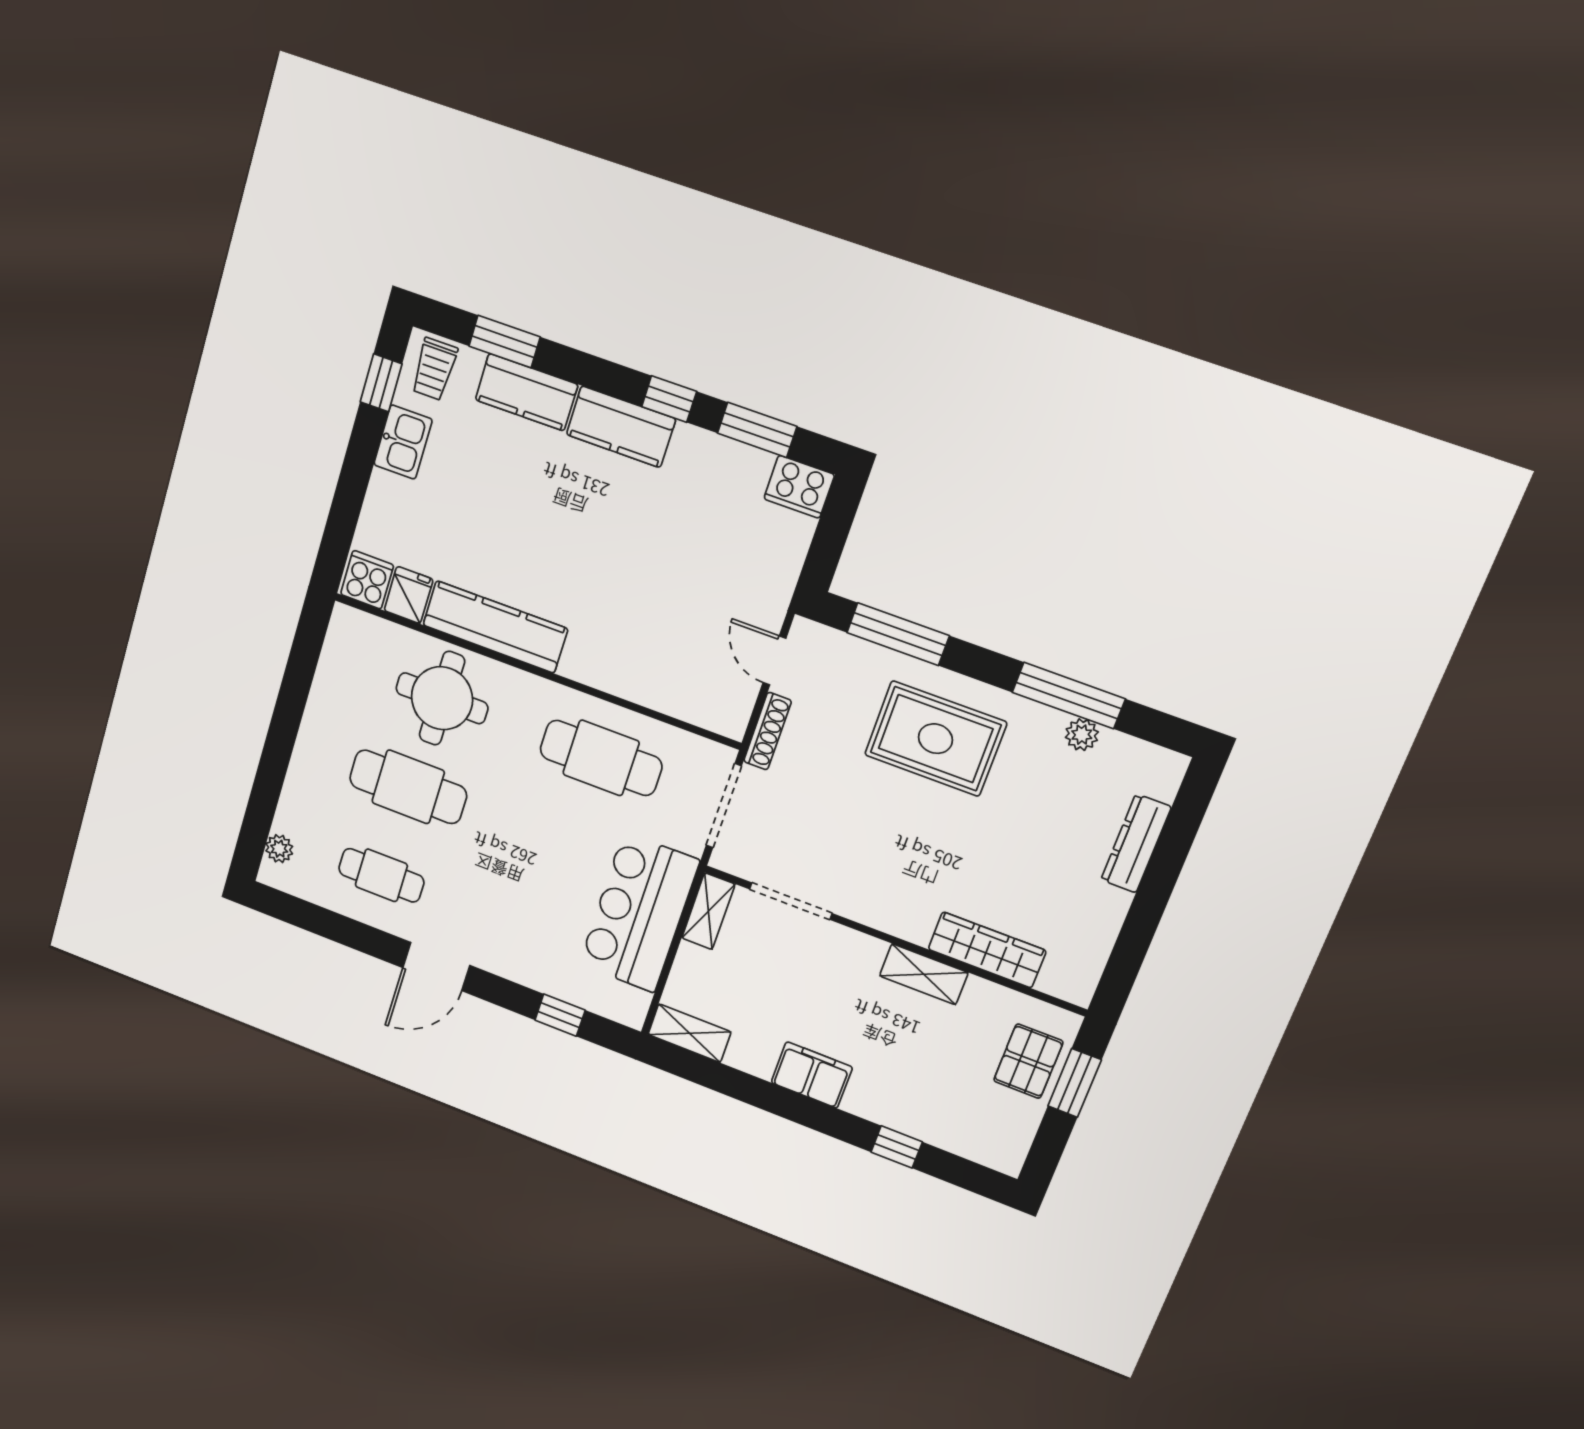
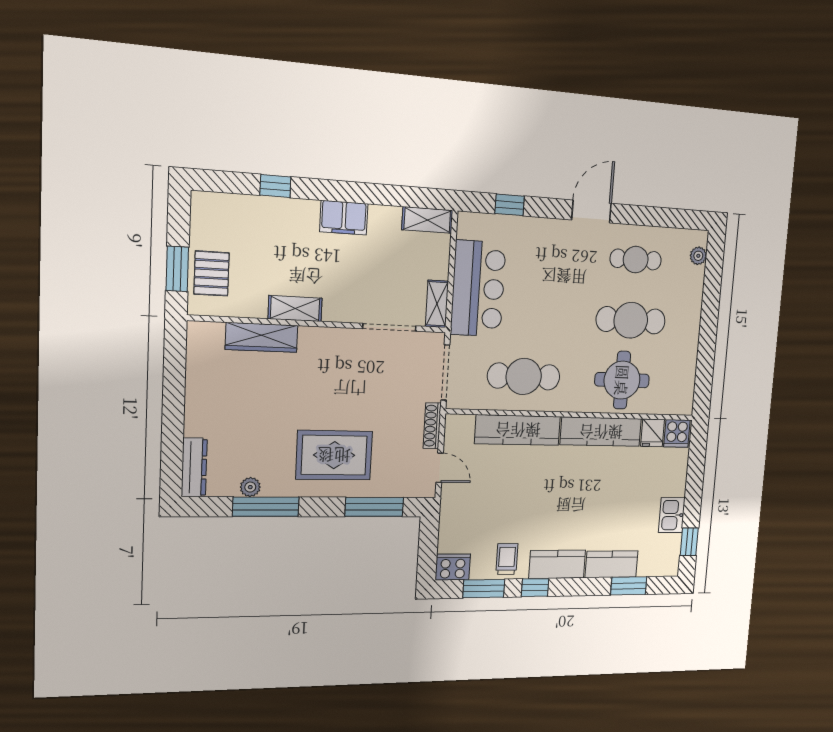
trolley: (434, 369) -> (507, 559), moved
kitchen counter: (632, 677) -> (518, 430), added
dresser: (1136, 843) -> (194, 467), moved

